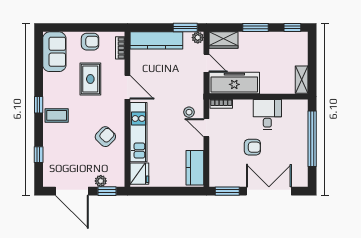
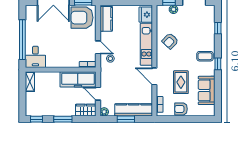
window: (185, 27) -> (126, 119), moved
sofa: (54, 52) -> (207, 90), moved
desk: (267, 115) -> (35, 57), moved
armchair: (252, 147) -> (82, 18), moved, width x1.88, depth x1.88

